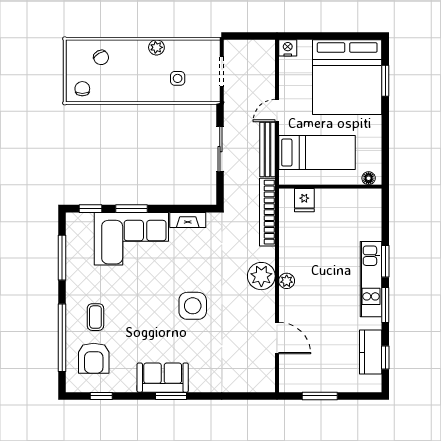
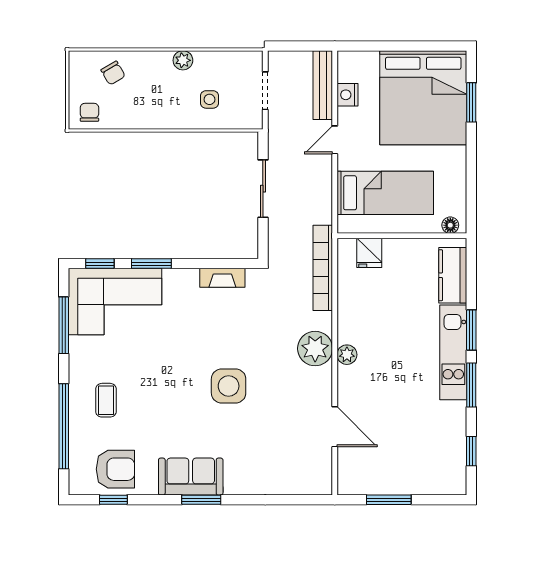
nightstand: (288, 48) -> (347, 95), moved, turned -90
bench: (267, 149) -> (323, 85), moved
corner sofa: (131, 239) -> (115, 301), moved
kitchen counter: (371, 352) -> (453, 275), moved
armchair: (94, 358) -> (115, 469), moved, turned -90

